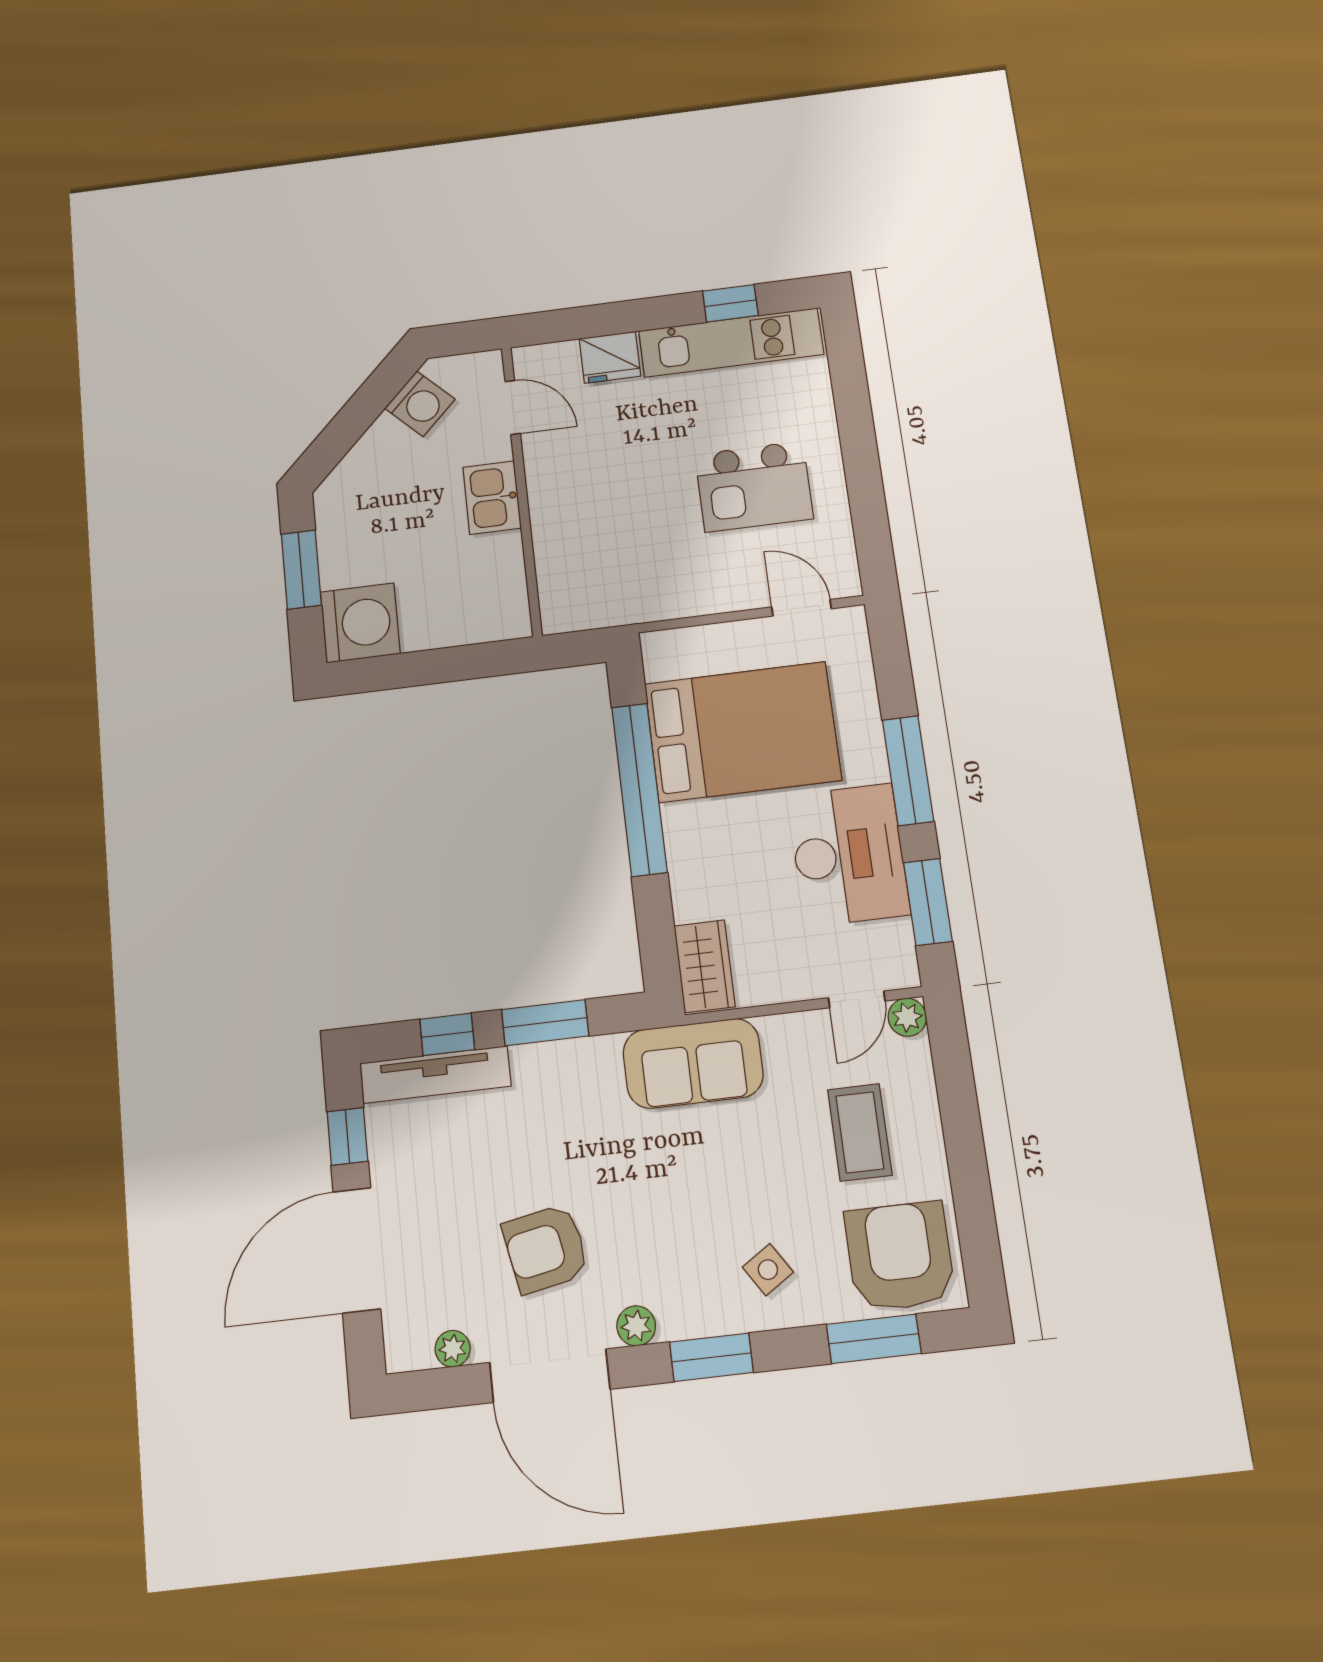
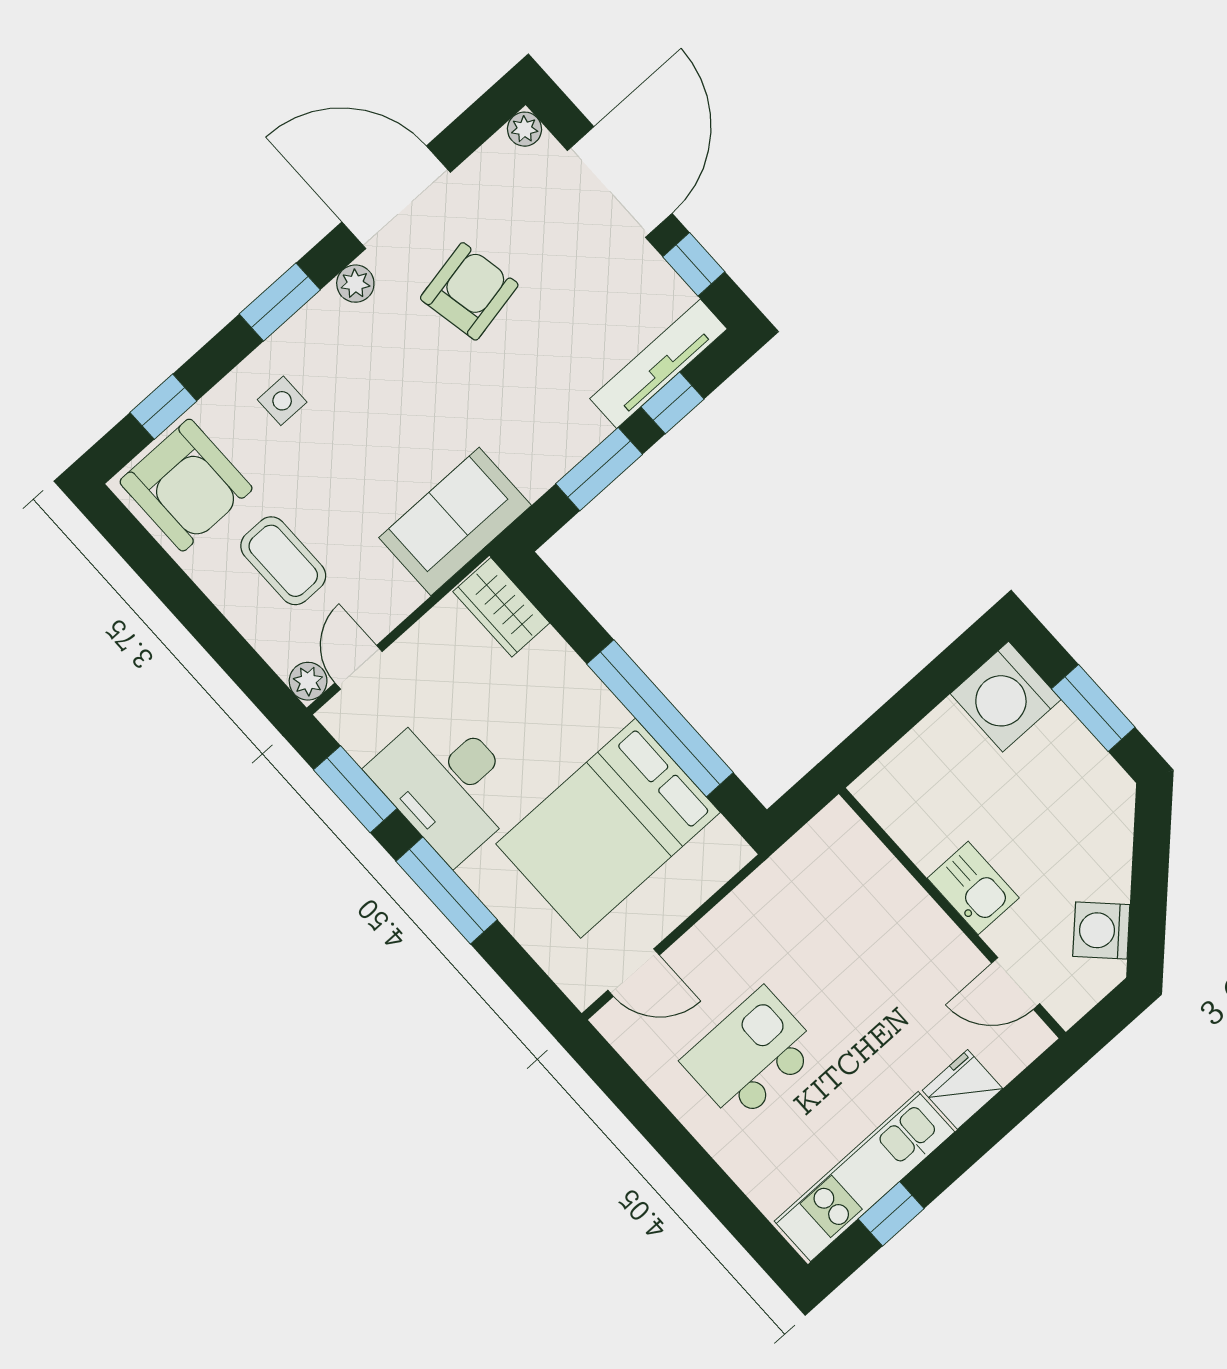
side table: (768, 1270) -> (282, 401), turned 33
window: (874, 1339) -> (163, 407), width x0.67
plant: (453, 1349) -> (525, 129), moved

